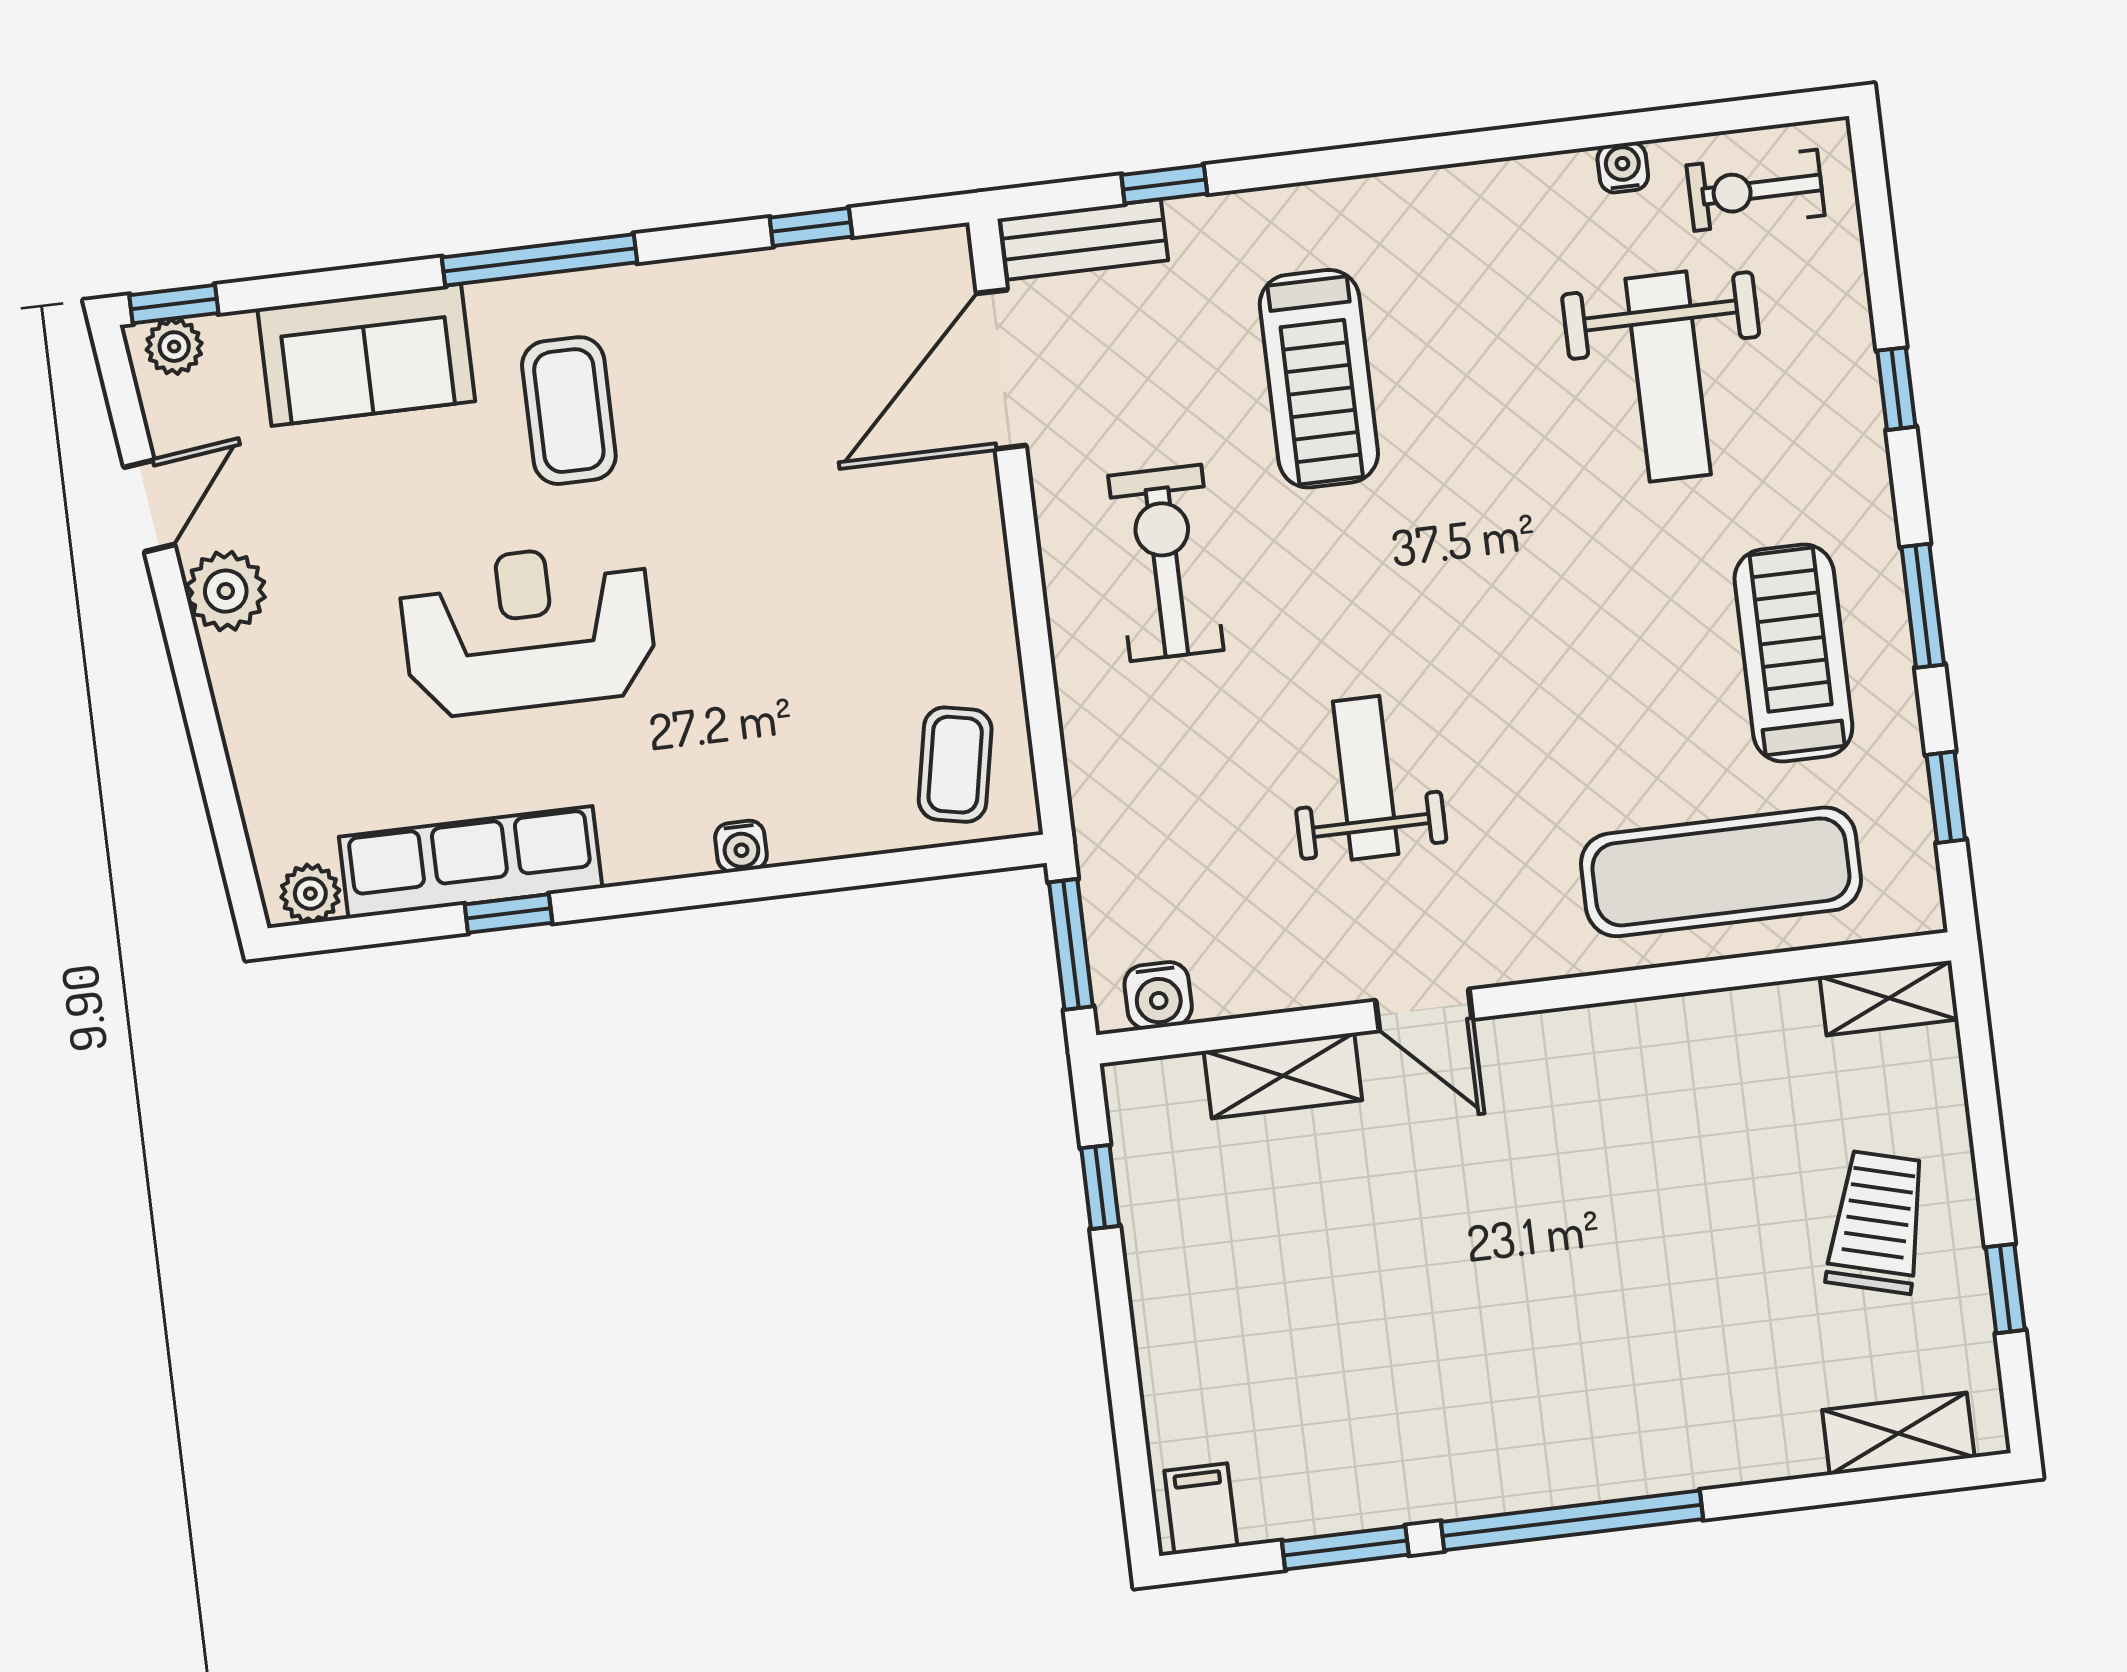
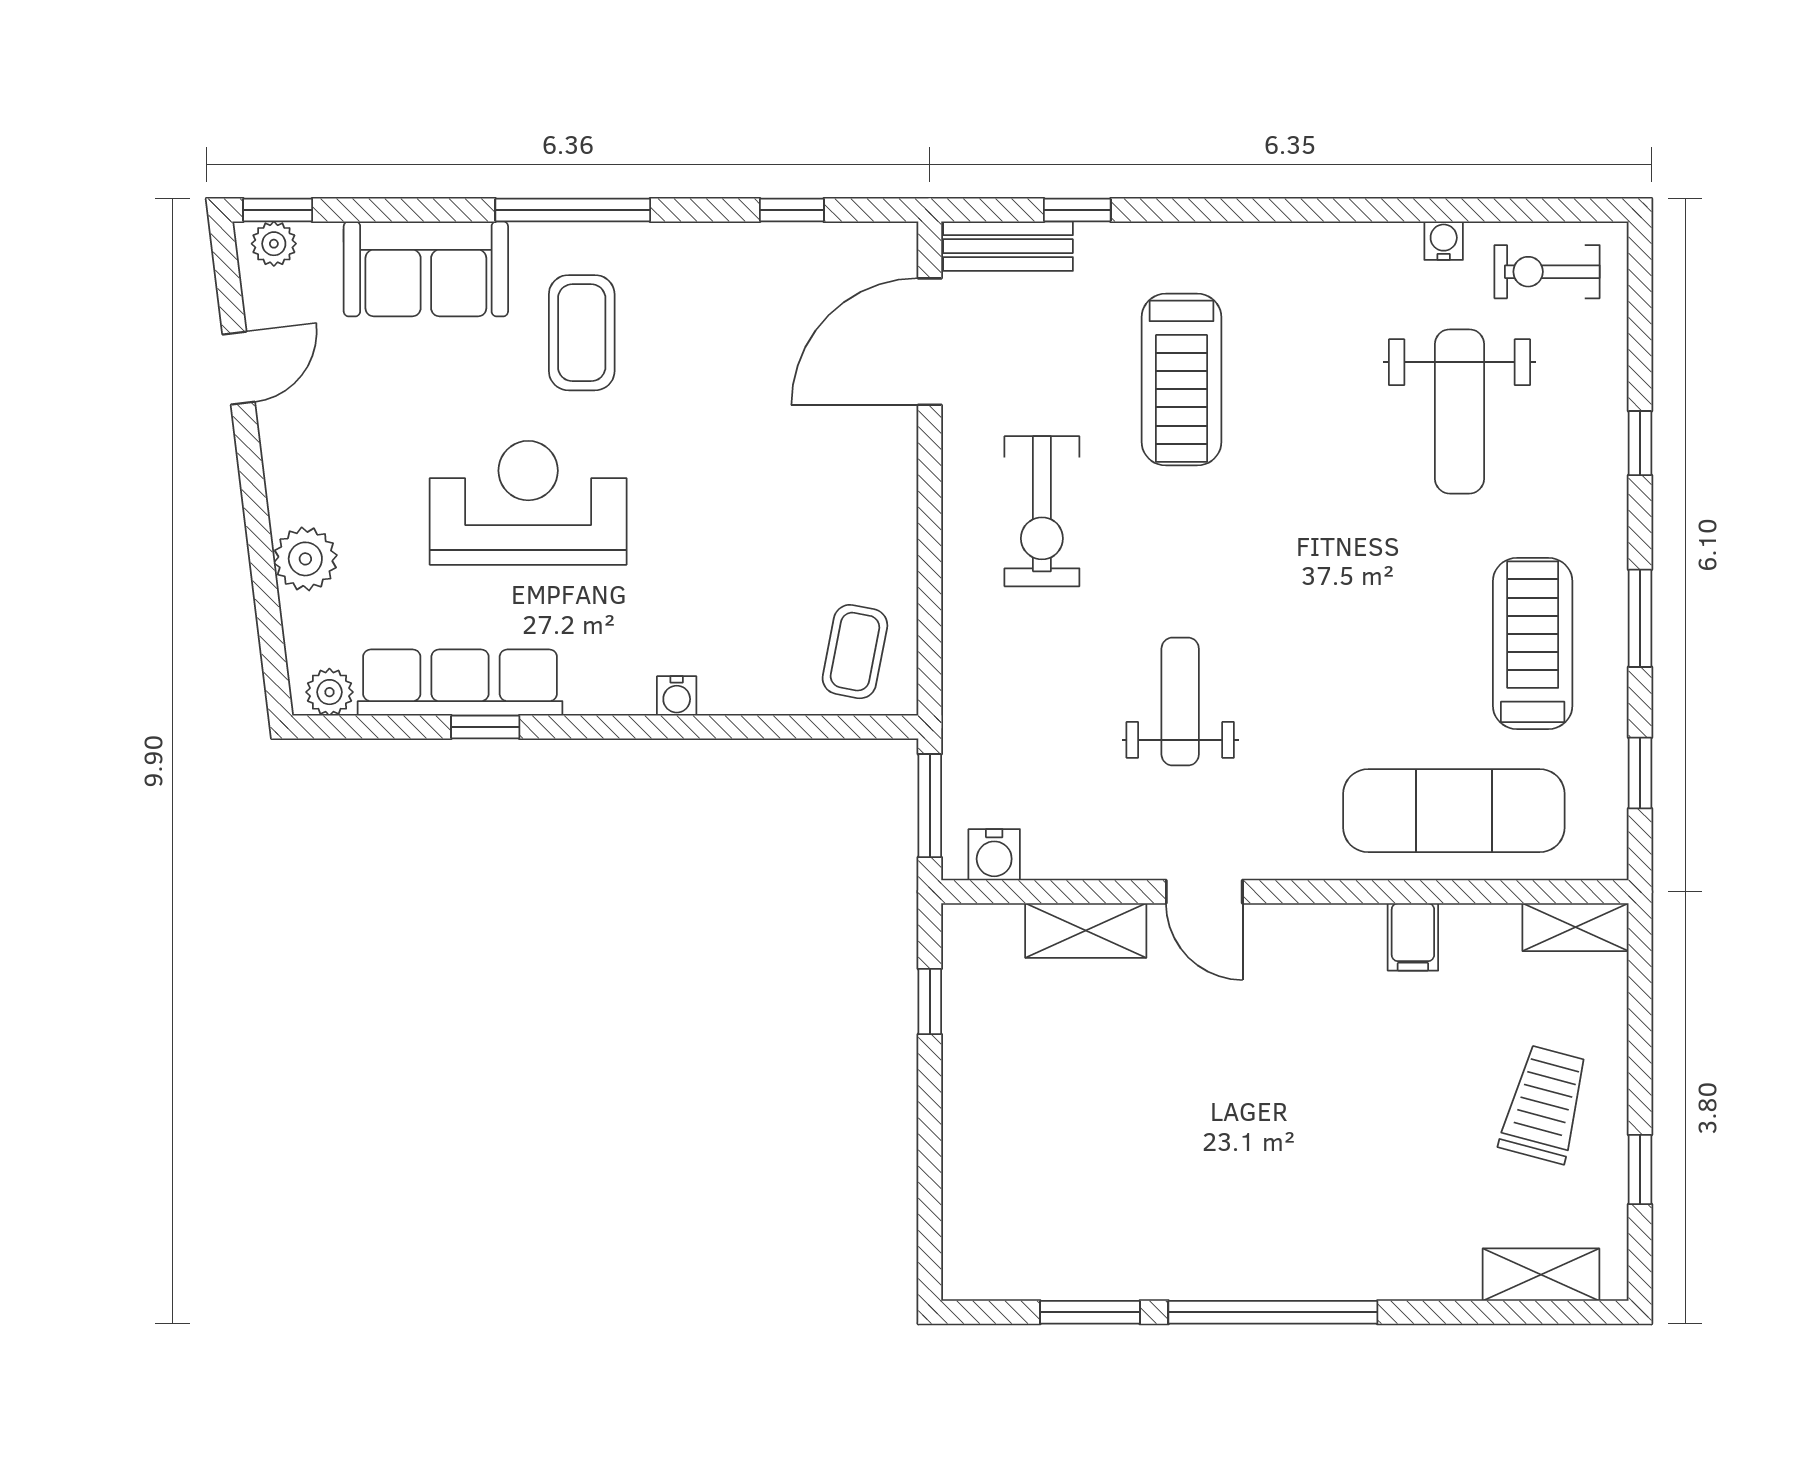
exercise bike: (1166, 563) -> (1042, 511), turned 180
plant: (226, 591) -> (305, 559), moved
filing cabinet: (1201, 1509) -> (1413, 937), moved, turned 180

